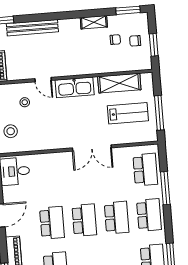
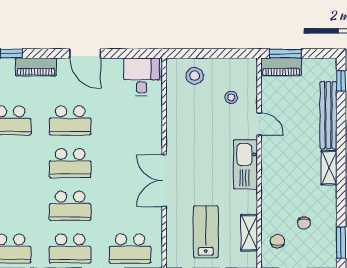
shelving: (94, 22) -> (329, 168), moved
chair: (135, 41) -> (277, 241), moved
door: (43, 80) -> (259, 124), swing flipped
shelving: (119, 83) -> (249, 233), width x0.67, depth x0.75
lab bench: (128, 113) -> (206, 232), turned 180

